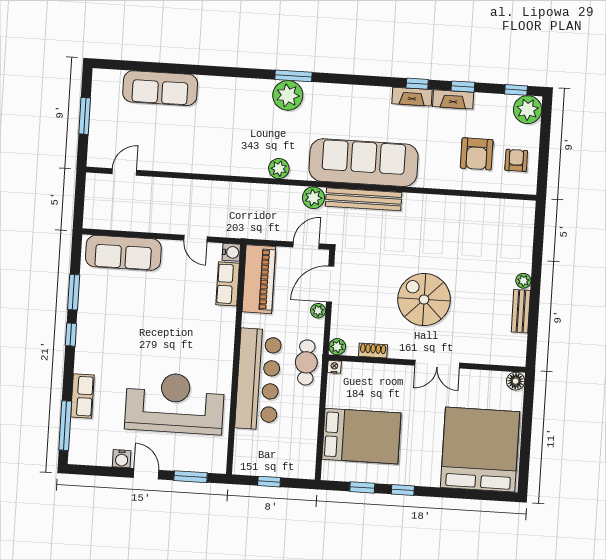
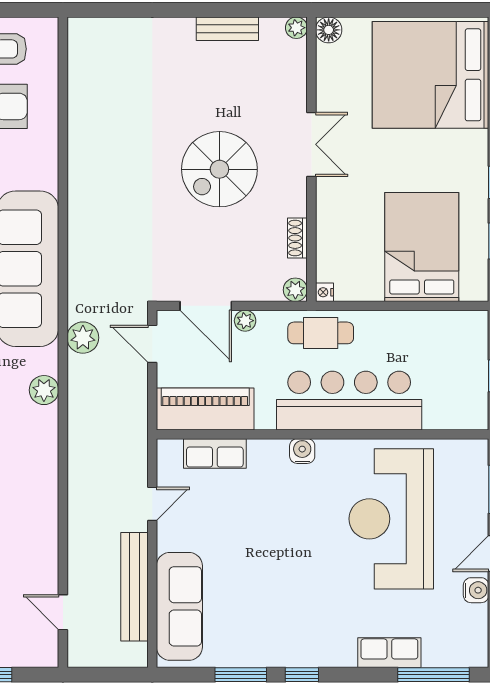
bench: (364, 199) -> (134, 587), moved
water cooler: (231, 252) -> (302, 451), moved
plant: (523, 281) -> (296, 28), moved

